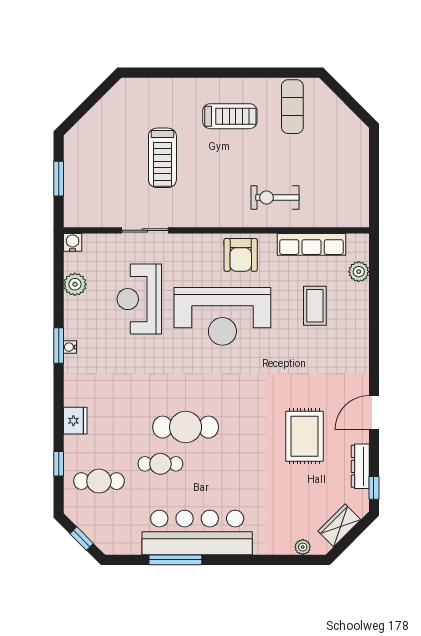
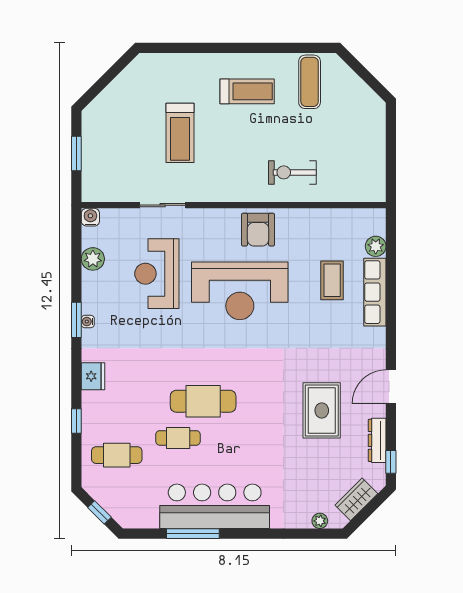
row of seats: (311, 244) -> (375, 292), moved, turned 90
fridge: (75, 421) -> (93, 376), moved
window: (59, 464) -> (76, 421), moved

